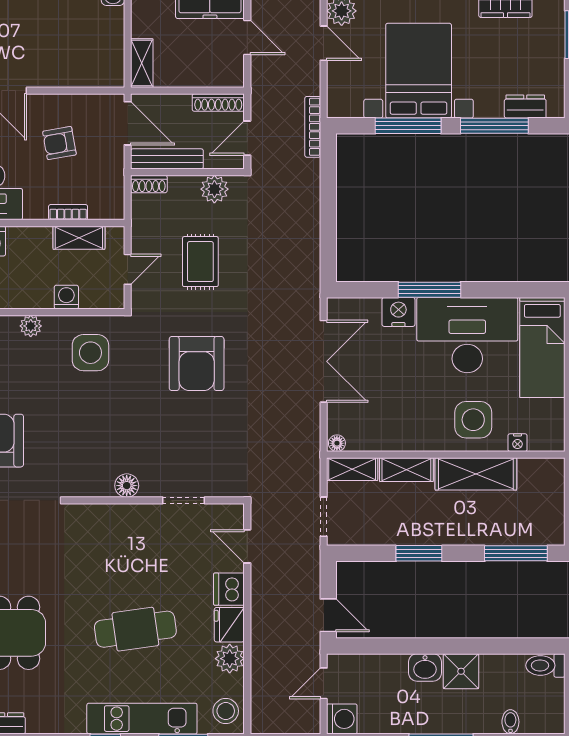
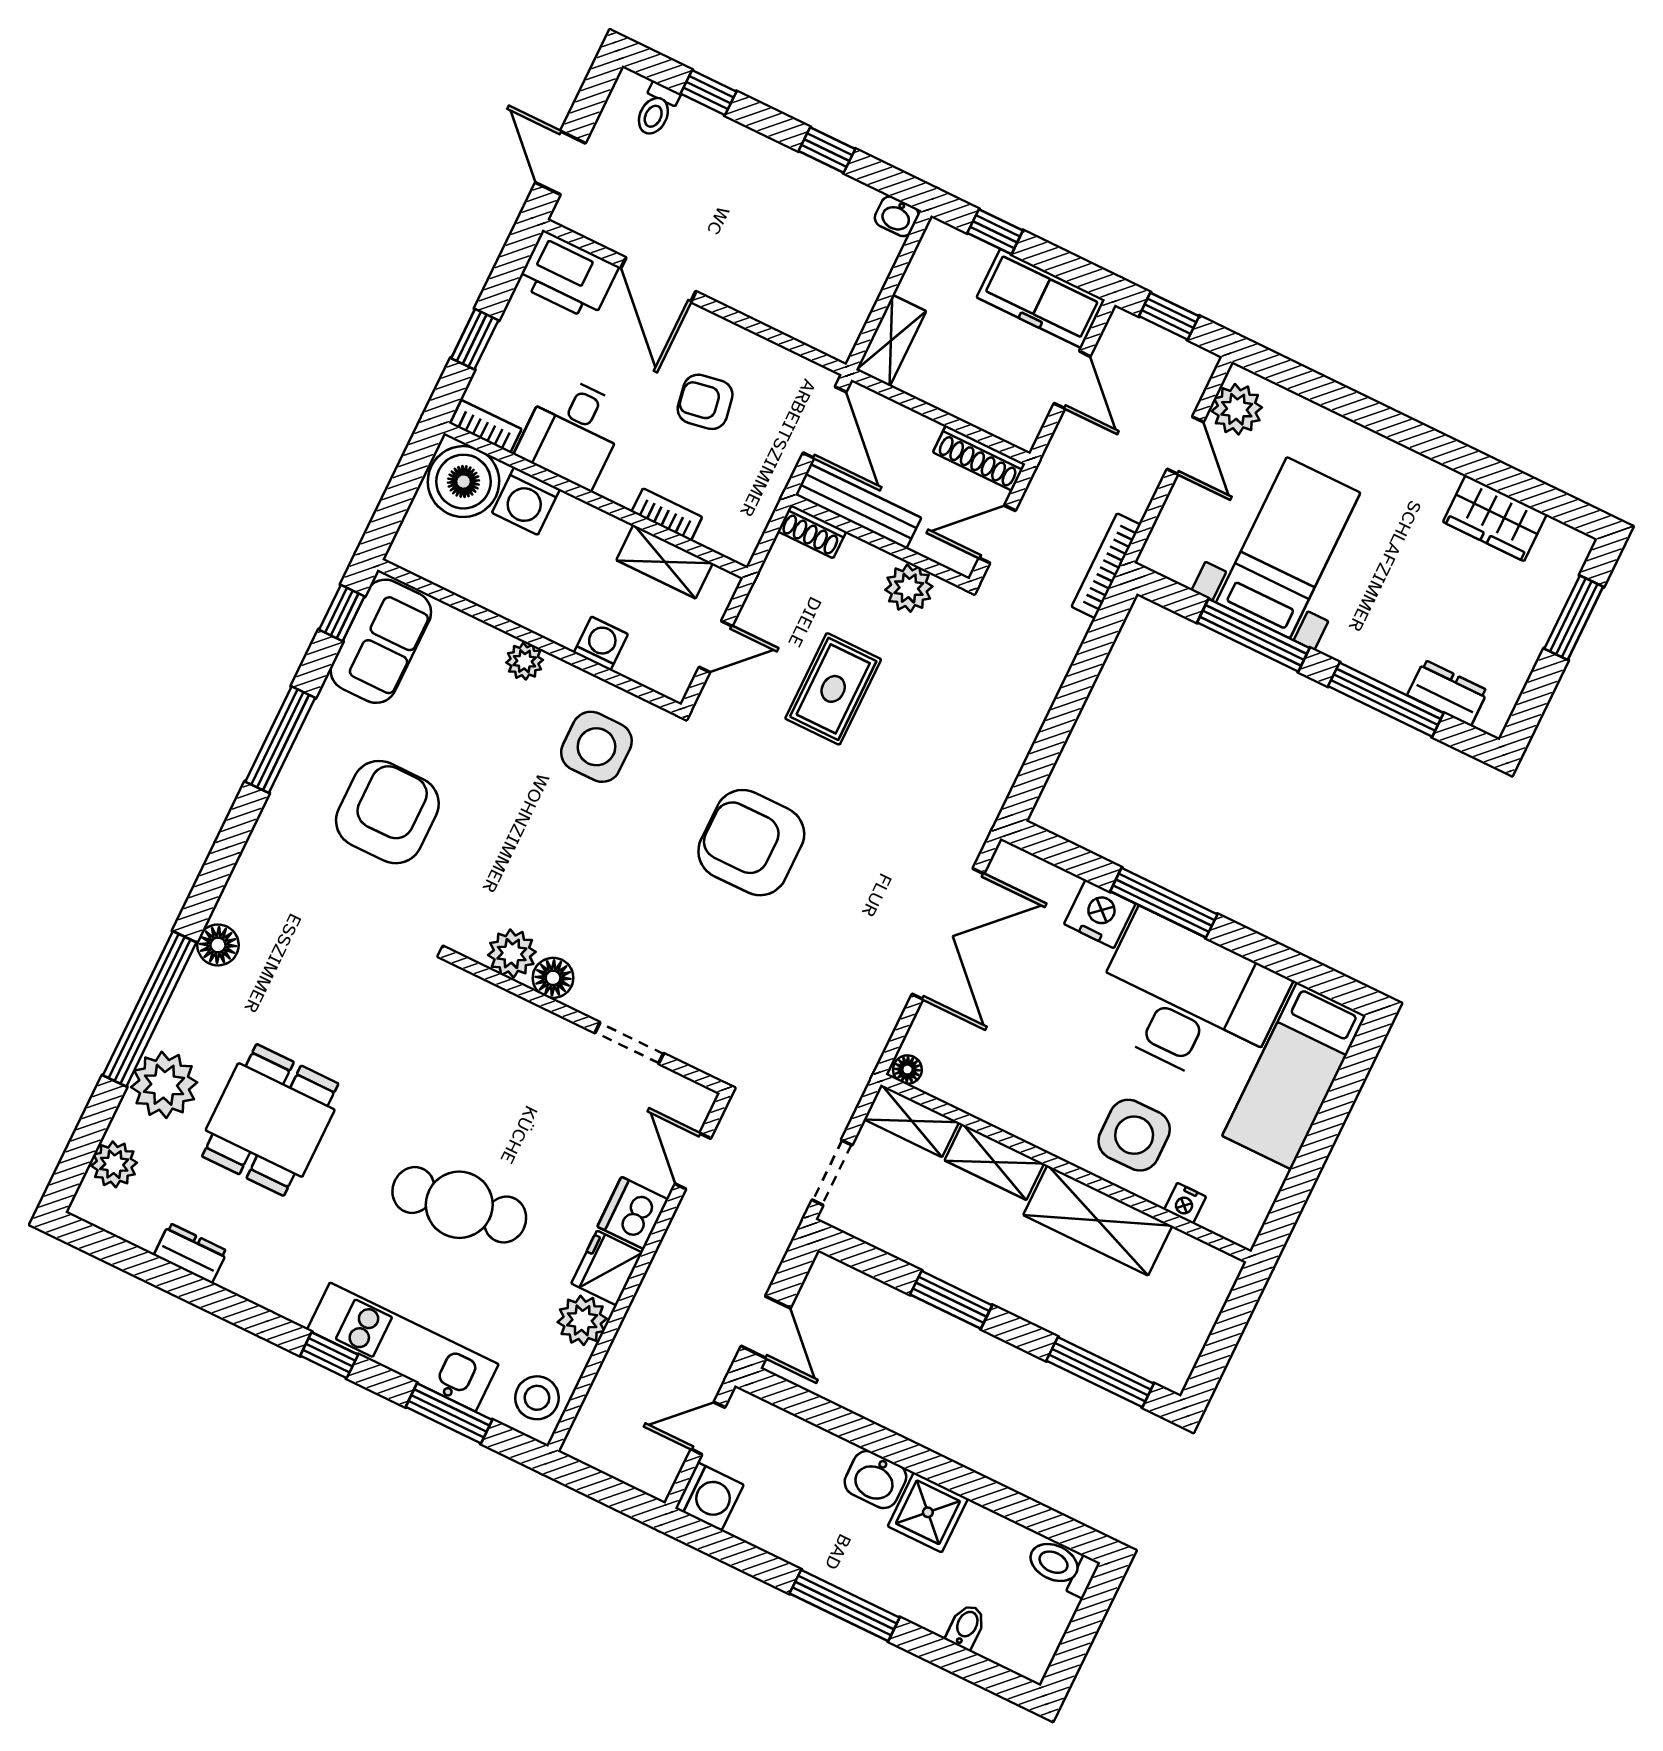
bed with nightstands: (419, 71) -> (1288, 548), width x0.73
armchair: (197, 364) -> (751, 843), turned 90
plant: (99, 483) -> (512, 953), added

